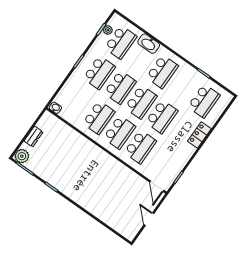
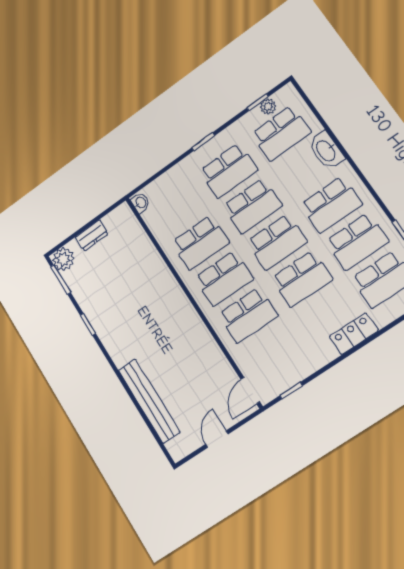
school desk: (183, 86) -> (357, 241), added
bench: (103, 215) -> (149, 401), added

